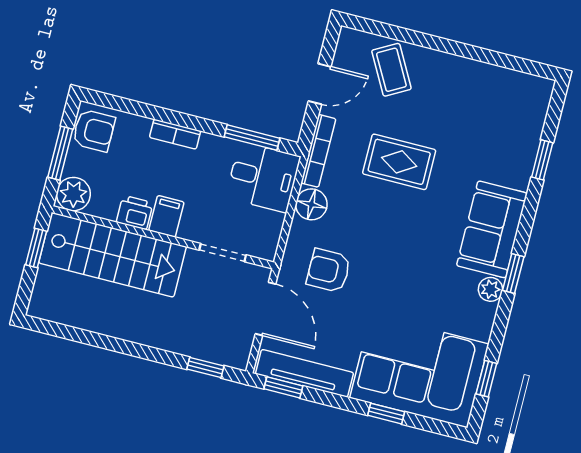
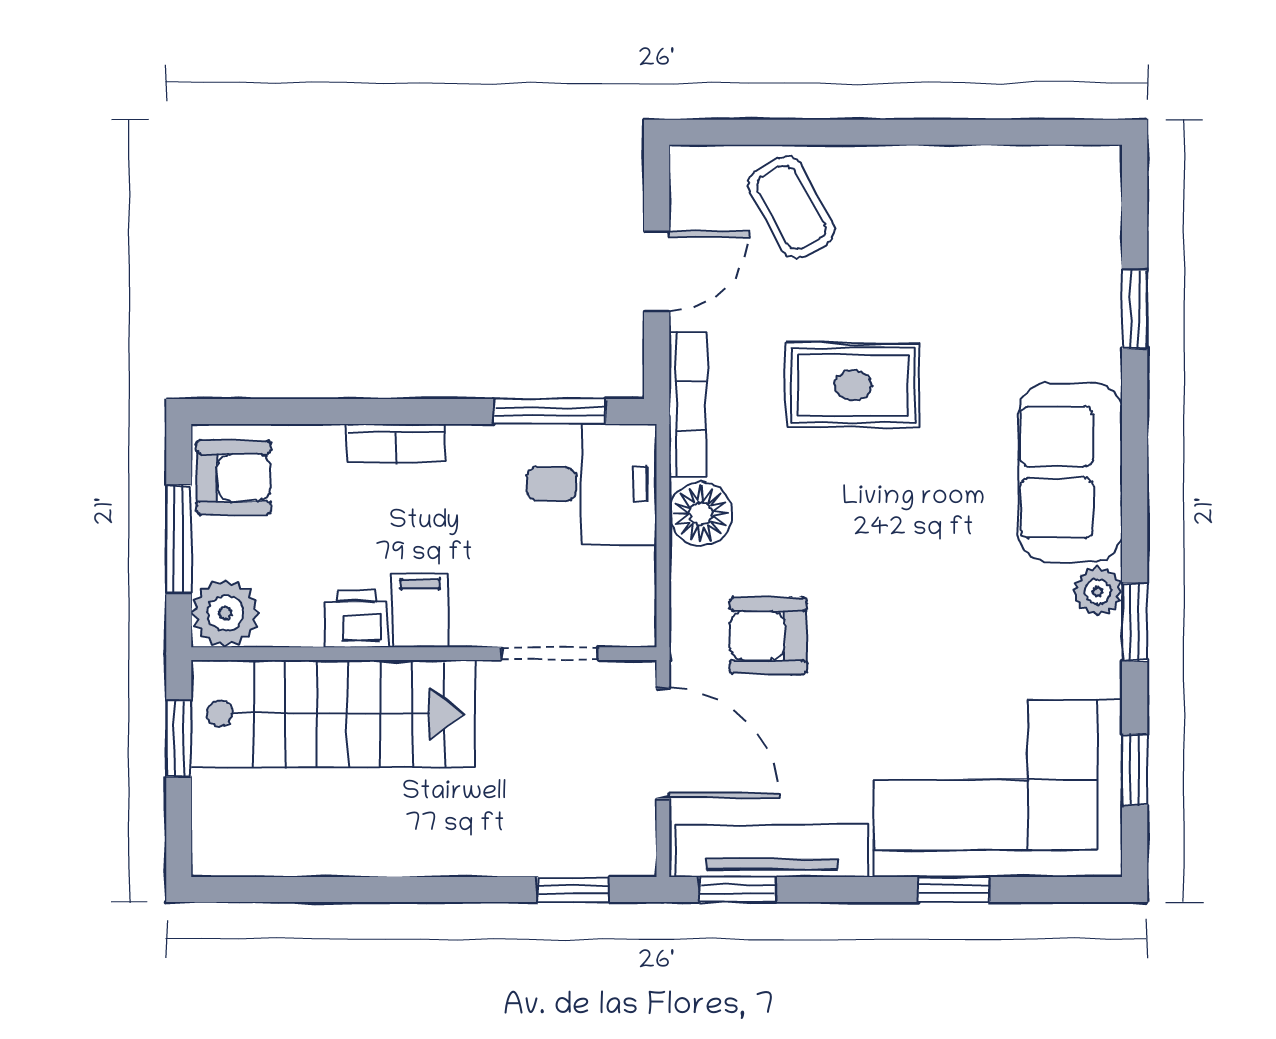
window: (513, 274) -> (1135, 622), moved

